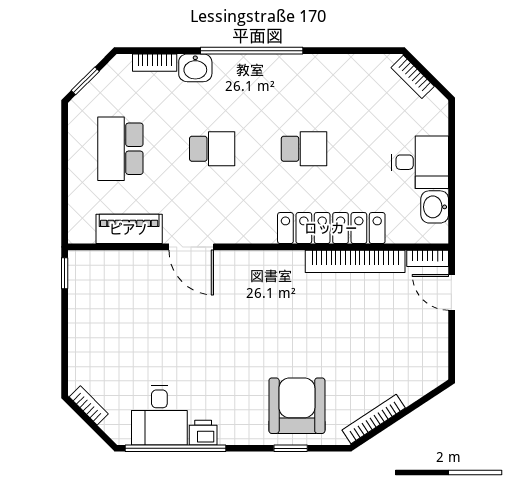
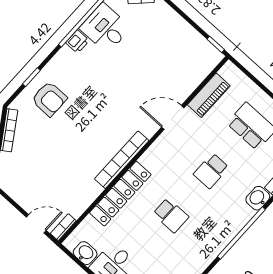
school desk: (304, 149) -> (171, 215), turned -90
bookcase: (355, 261) -> (122, 160), moved
armchair: (297, 406) -> (49, 99), width x0.73, depth x0.73

